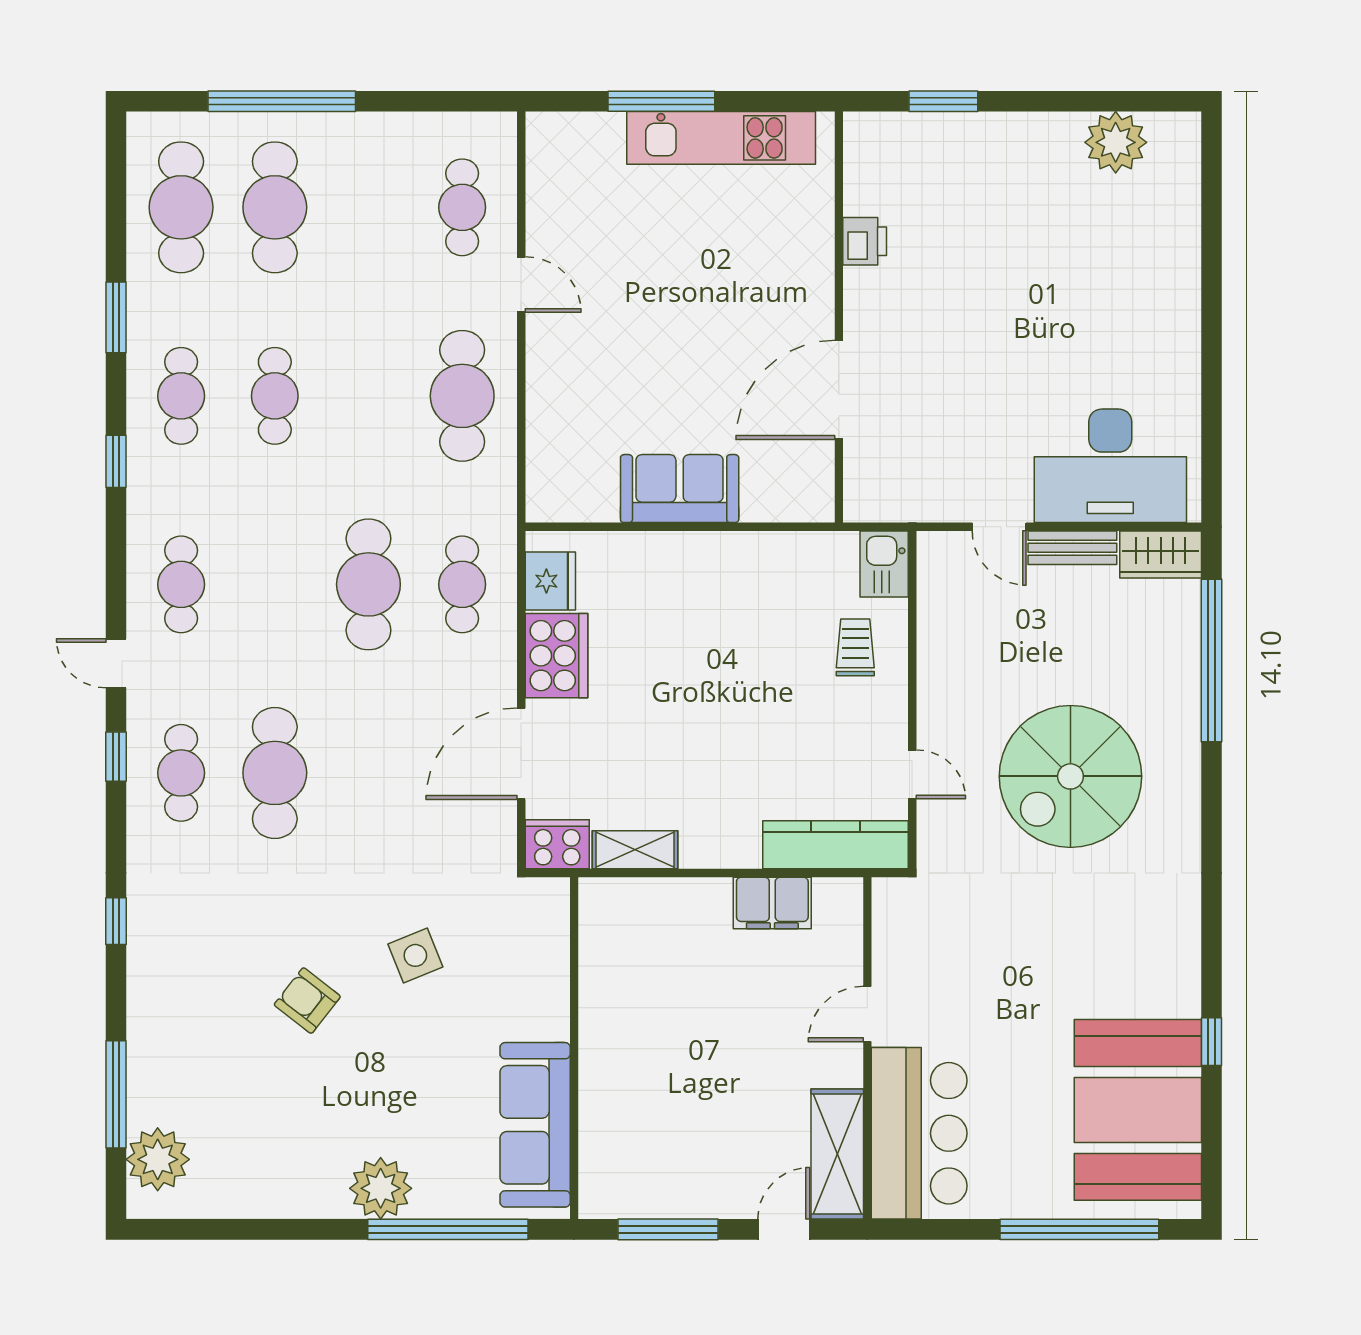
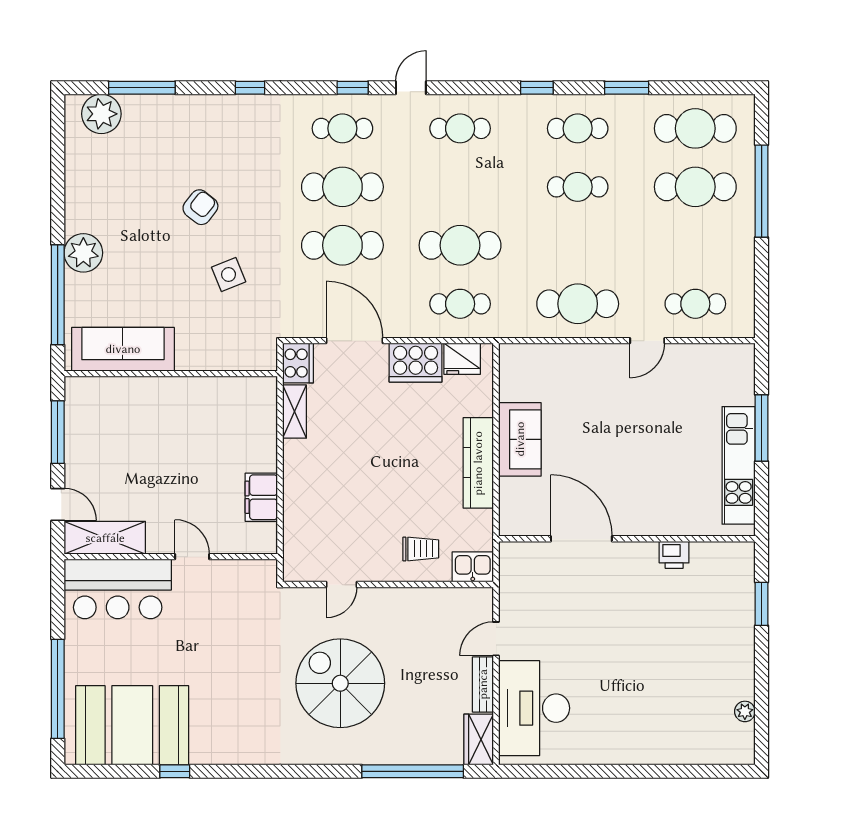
plant: (1116, 142) -> (745, 711), width x0.53, depth x0.53
cafe table: (368, 773) -> (342, 245), added
kitchen counter: (836, 845) -> (478, 463), moved, turned 180

